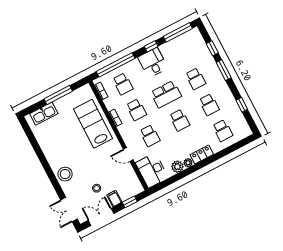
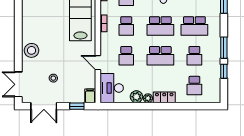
window: (224, 70) -> (224, 48), moved
school desk: (196, 79) -> (194, 26), width x1.85
school desk: (179, 120) -> (160, 56), width x1.85
filing cabinet: (114, 199) -> (90, 96), moved
double door: (101, 217) -> (44, 106), swing flipped

